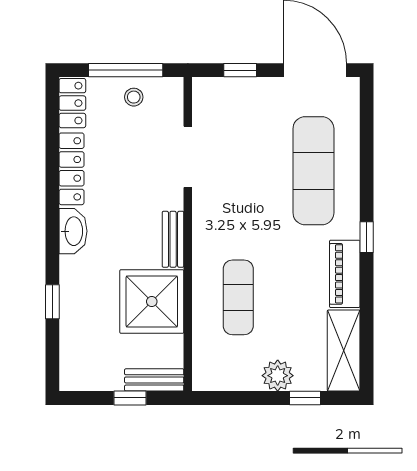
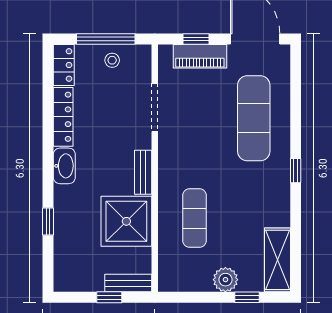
piano: (345, 274) -> (200, 56), moved, turned -90

